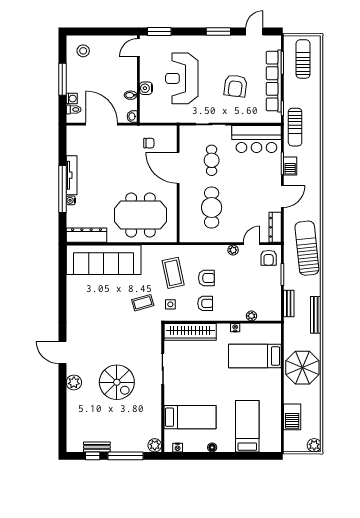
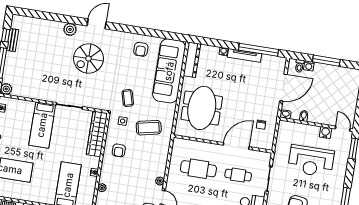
stool: (83, 51) -> (347, 82), removed
reception desk: (182, 78) -> (311, 161), turned 180
water cooler: (146, 88) -> (325, 132), moved
window: (62, 189) -> (259, 50), moved
armchair: (206, 278) -> (141, 49), moved
spiral stairs: (117, 382) -> (88, 59), moved
bed: (190, 417) -> (42, 125), moved

